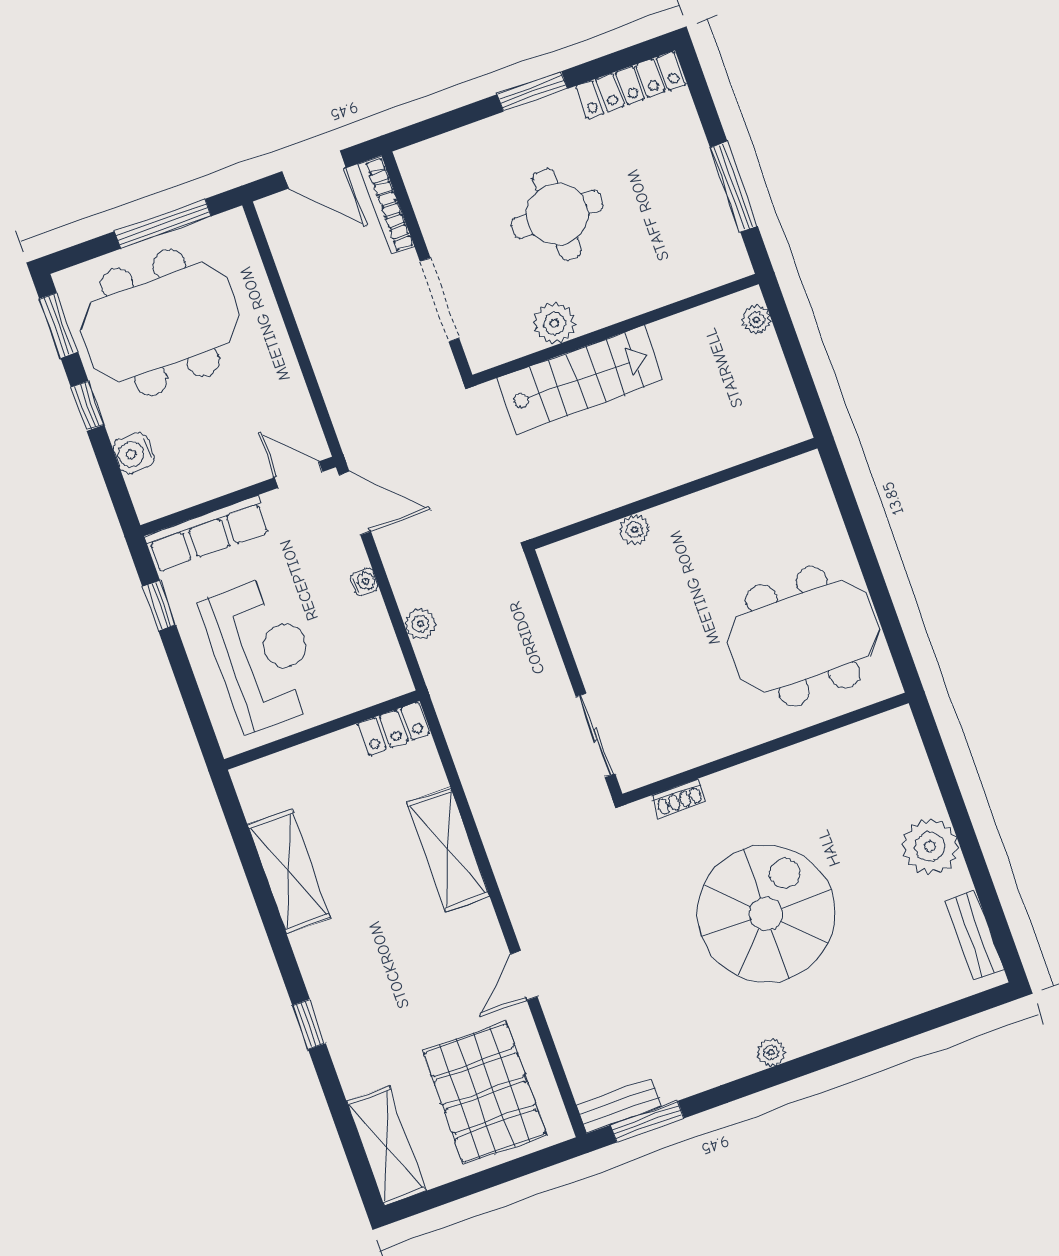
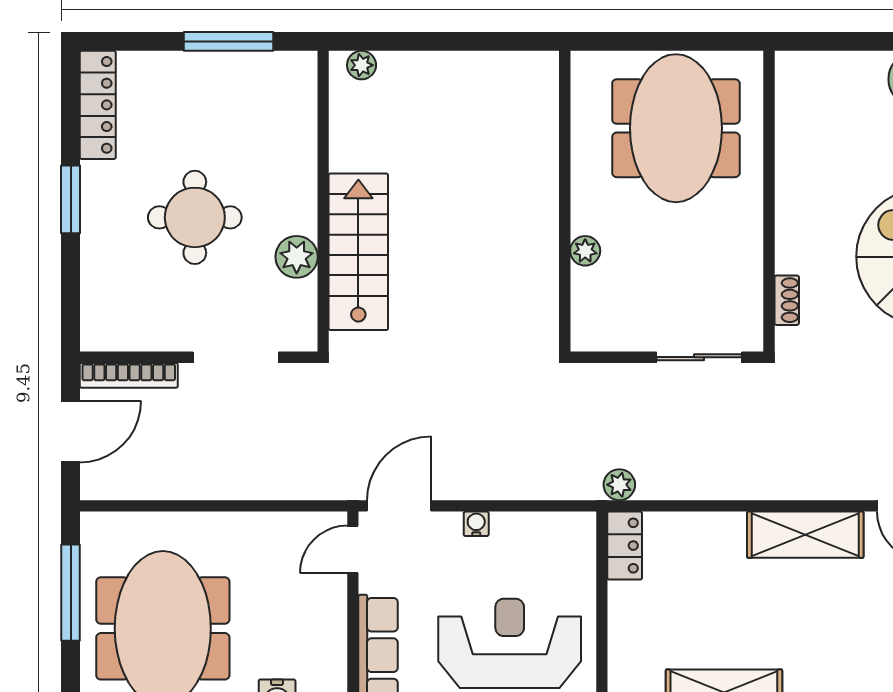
wall: (674, 494) -> (565, 201), moved
plant: (635, 530) -> (585, 251), moved
plant: (420, 624) -> (619, 485), moved
shelving: (448, 849) -> (805, 535), moved

